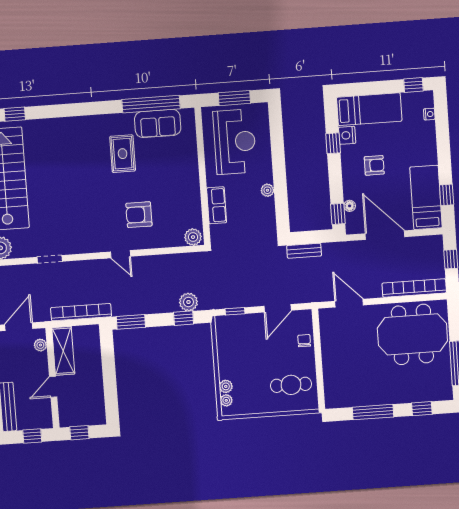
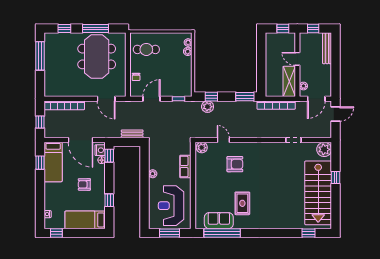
nightstand: (347, 135) -> (100, 150), moved
door: (121, 254) -> (223, 140), moved
meeting table: (412, 334) -> (97, 57), moved, turned 90
door: (53, 387) -> (297, 59), swing flipped

